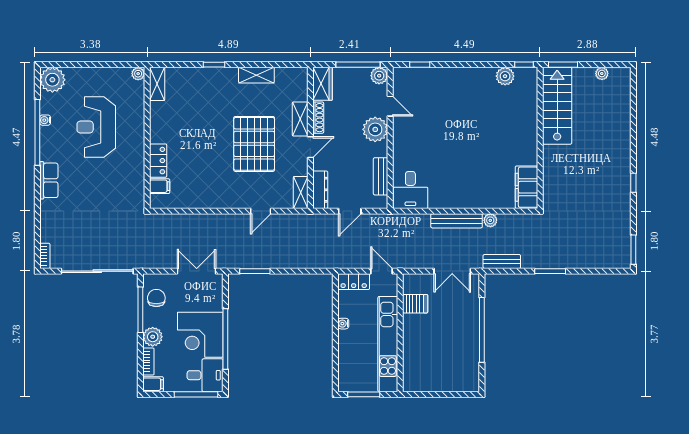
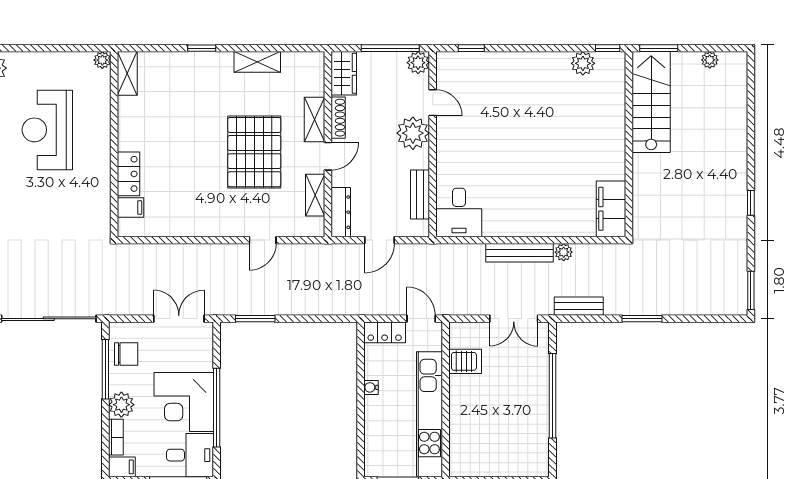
shelving: (301, 193) -> (315, 195), moved
chair: (156, 298) -> (126, 354), turned 90

